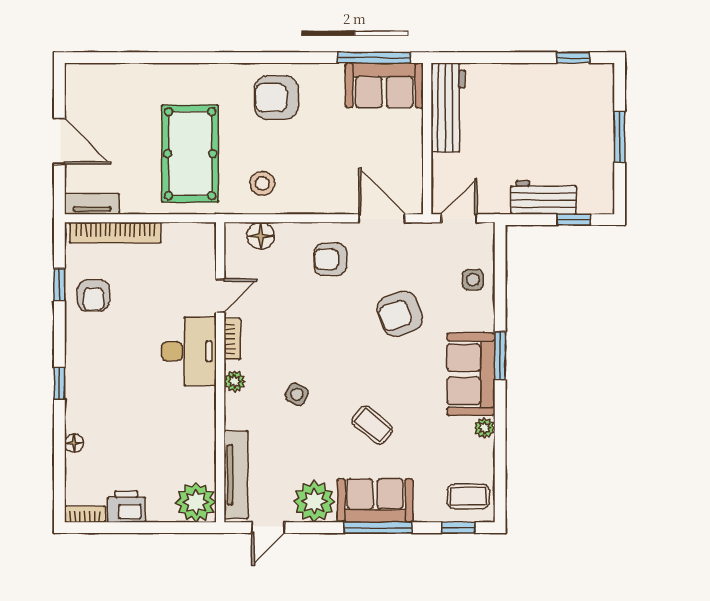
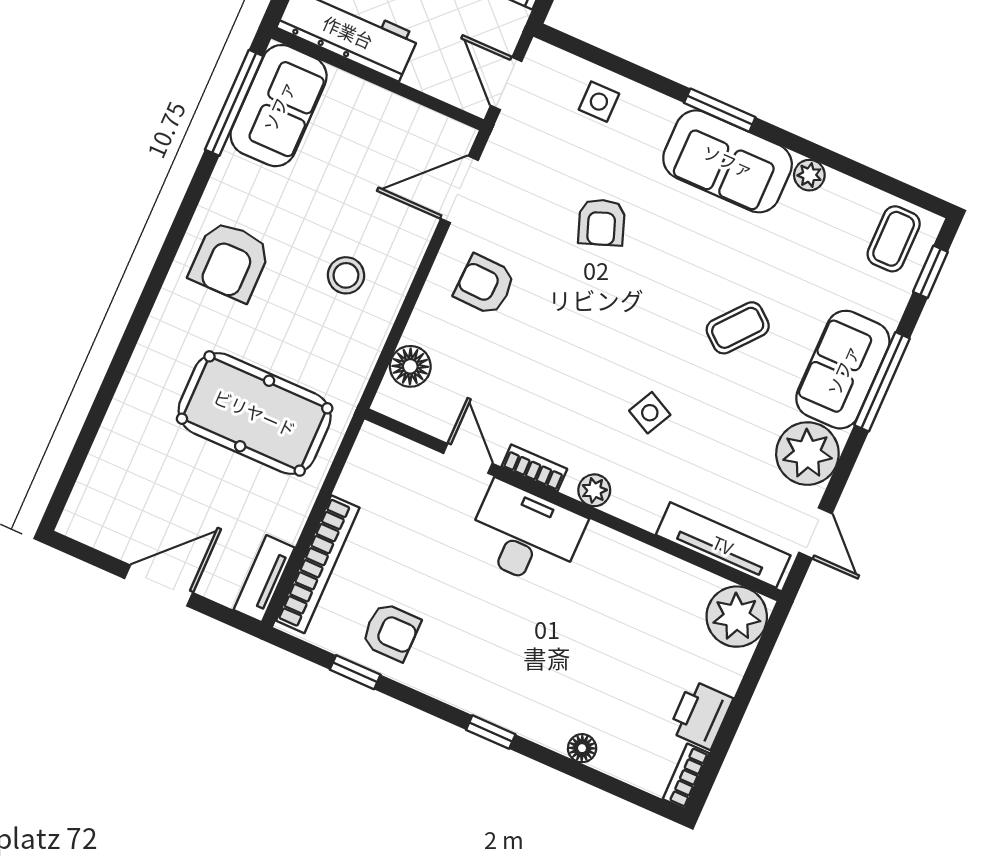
stool: (262, 183) -> (346, 275), moved
armchair: (330, 259) -> (485, 285), turned 92
armchair: (400, 314) -> (602, 222), width x0.72, depth x0.72

